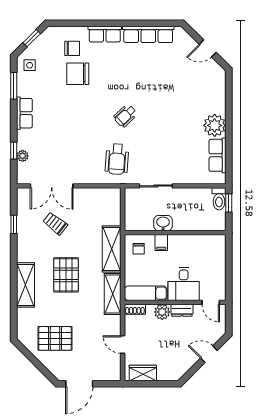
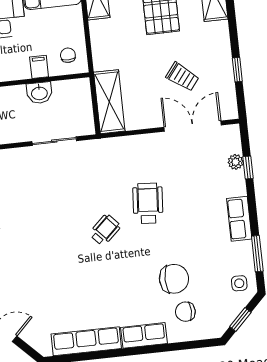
wheelchair: (117, 159) -> (148, 203), moved
shelving: (112, 249) -> (109, 102), moved

